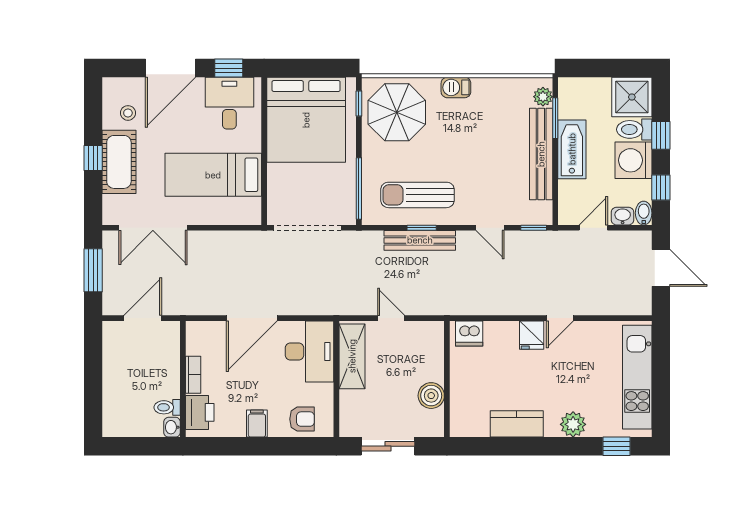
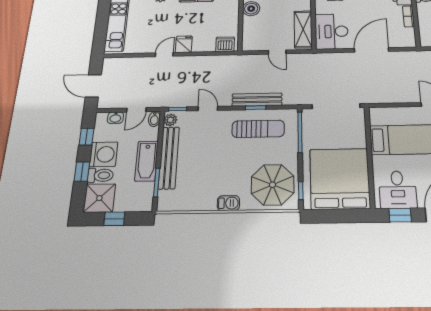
window: (608, 68) -> (114, 219), added
plant: (543, 97) -> (170, 120), moved
bidet: (644, 213) -> (154, 119), moved

